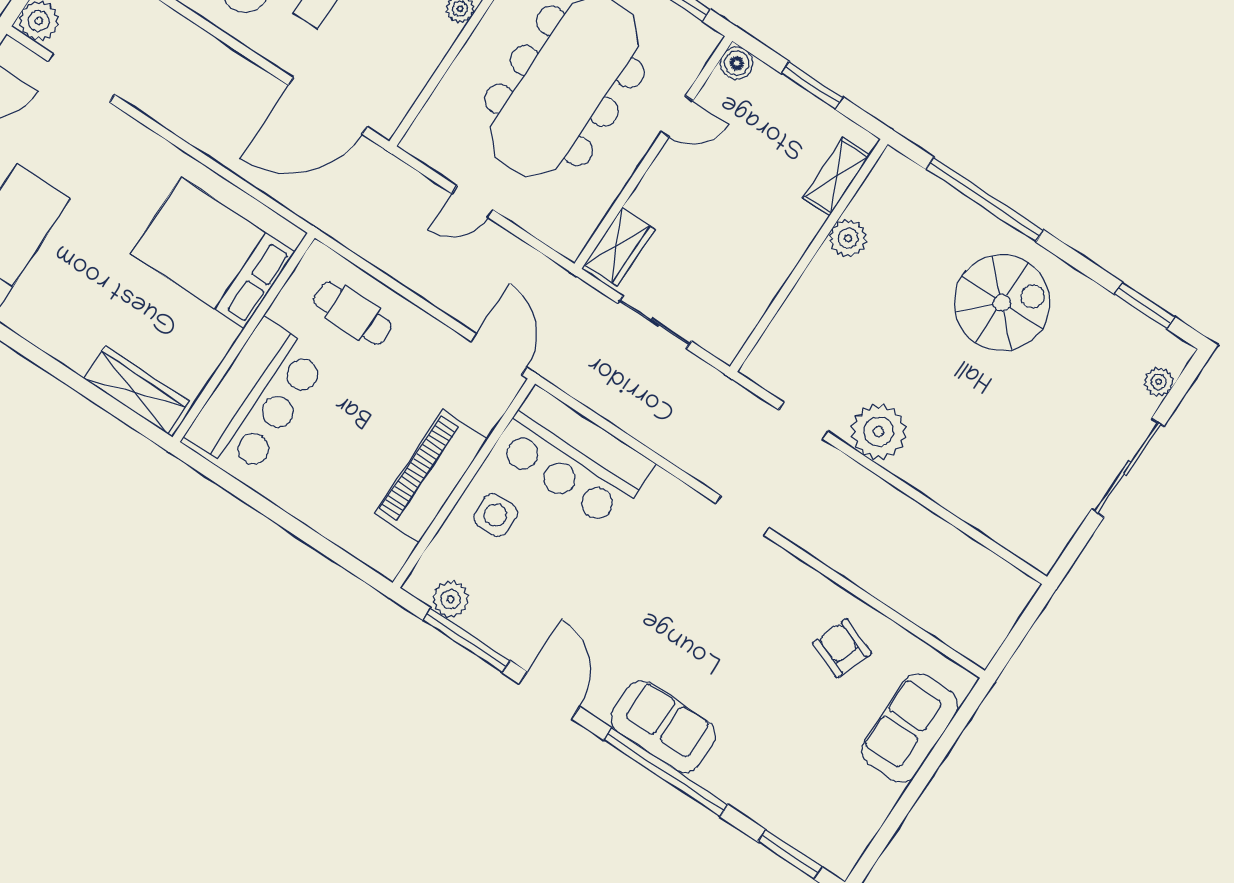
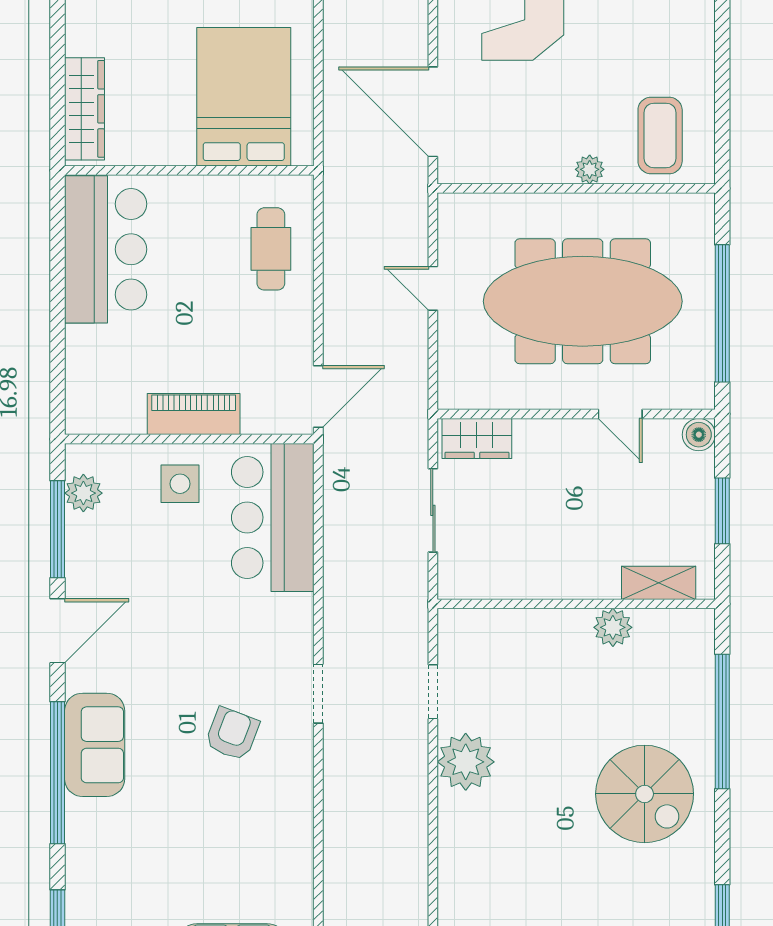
bar counter: (257, 398) -> (106, 249), moved, turned -90
piano: (431, 476) -> (194, 414), width x0.73, depth x0.75
armchair: (842, 648) -> (232, 734), moved

